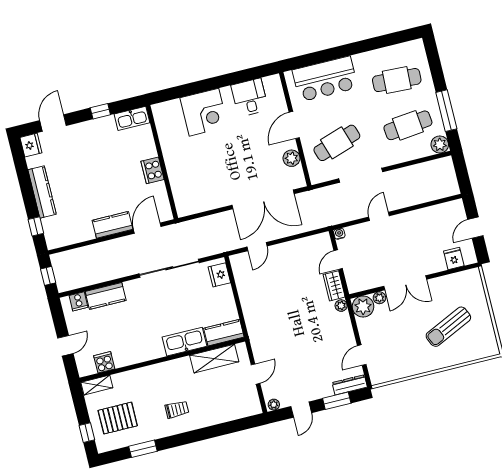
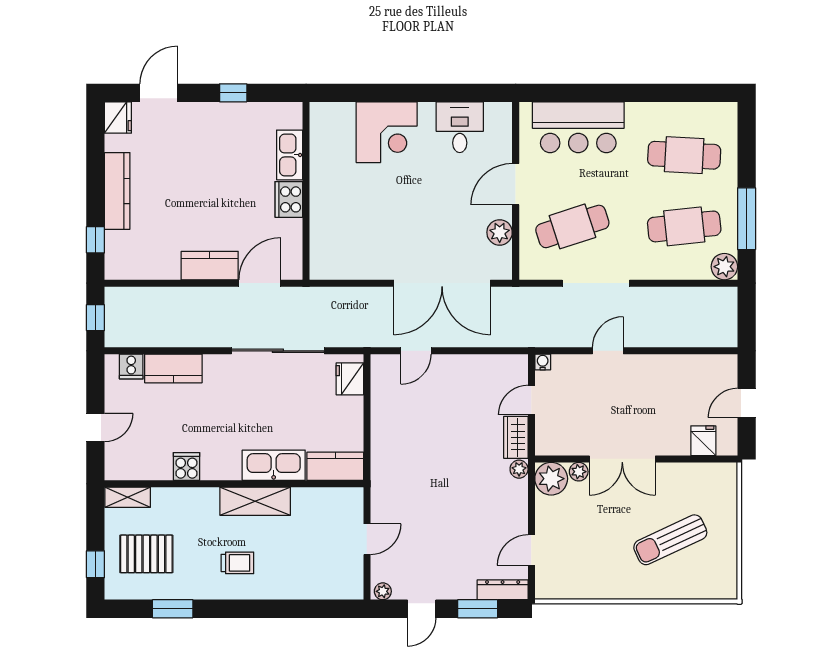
kitchen sink: (132, 118) -> (290, 155), moved, turned 90
shelving: (214, 359) -> (255, 501), moved
cooker: (104, 362) -> (186, 466), moved

